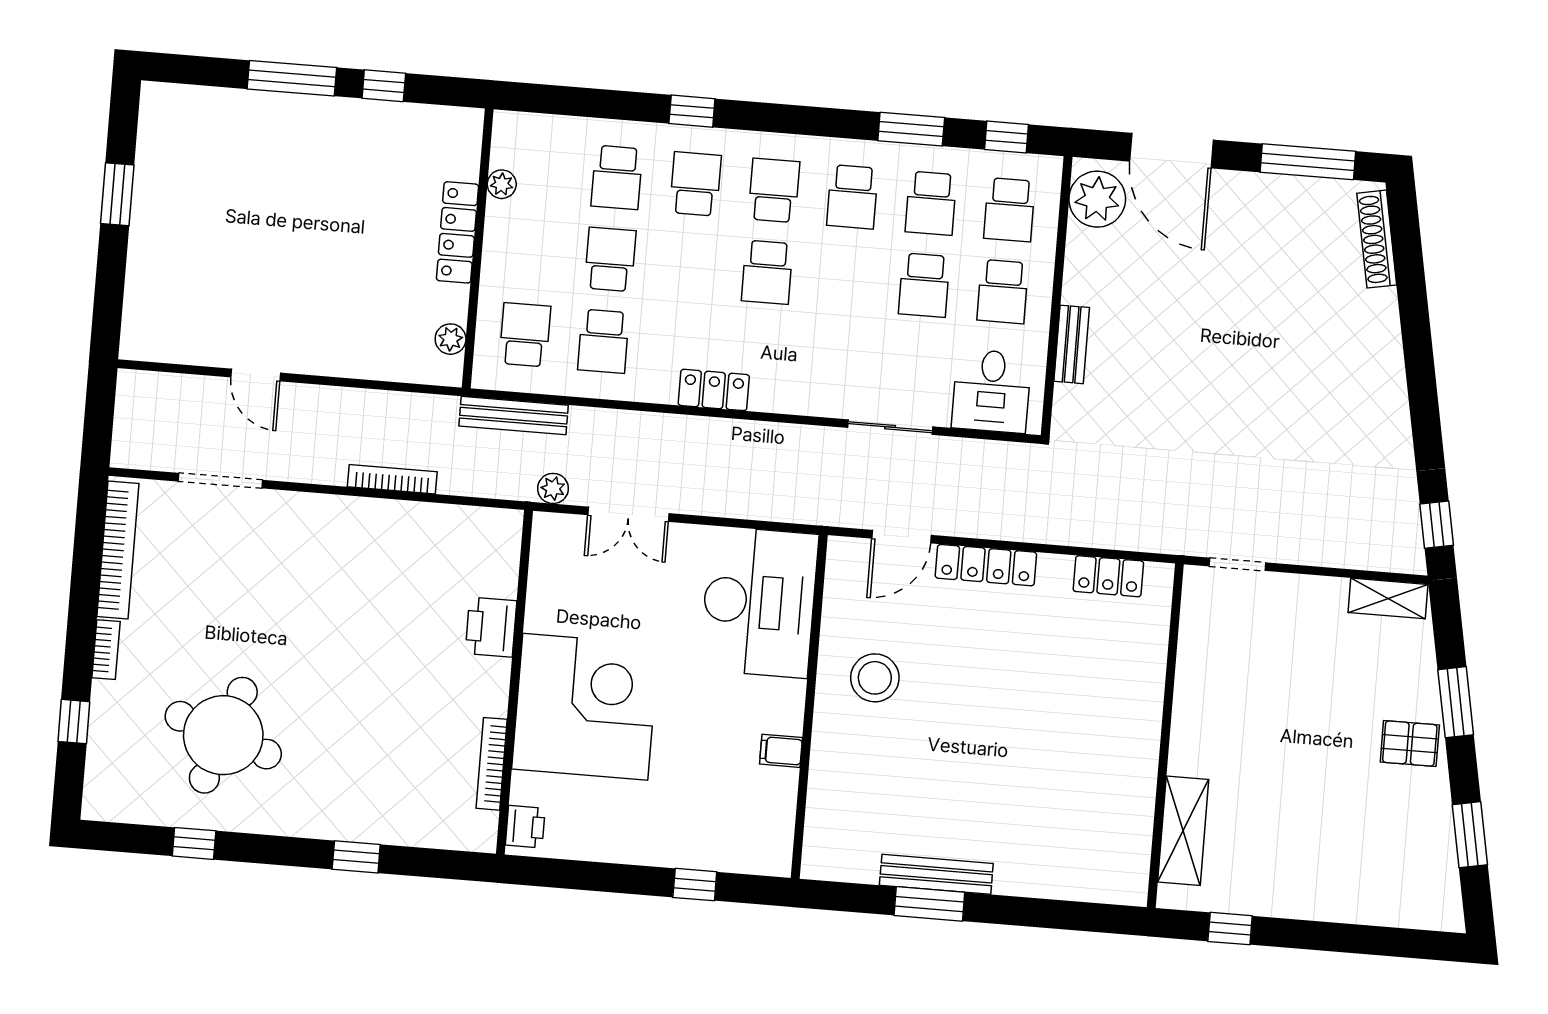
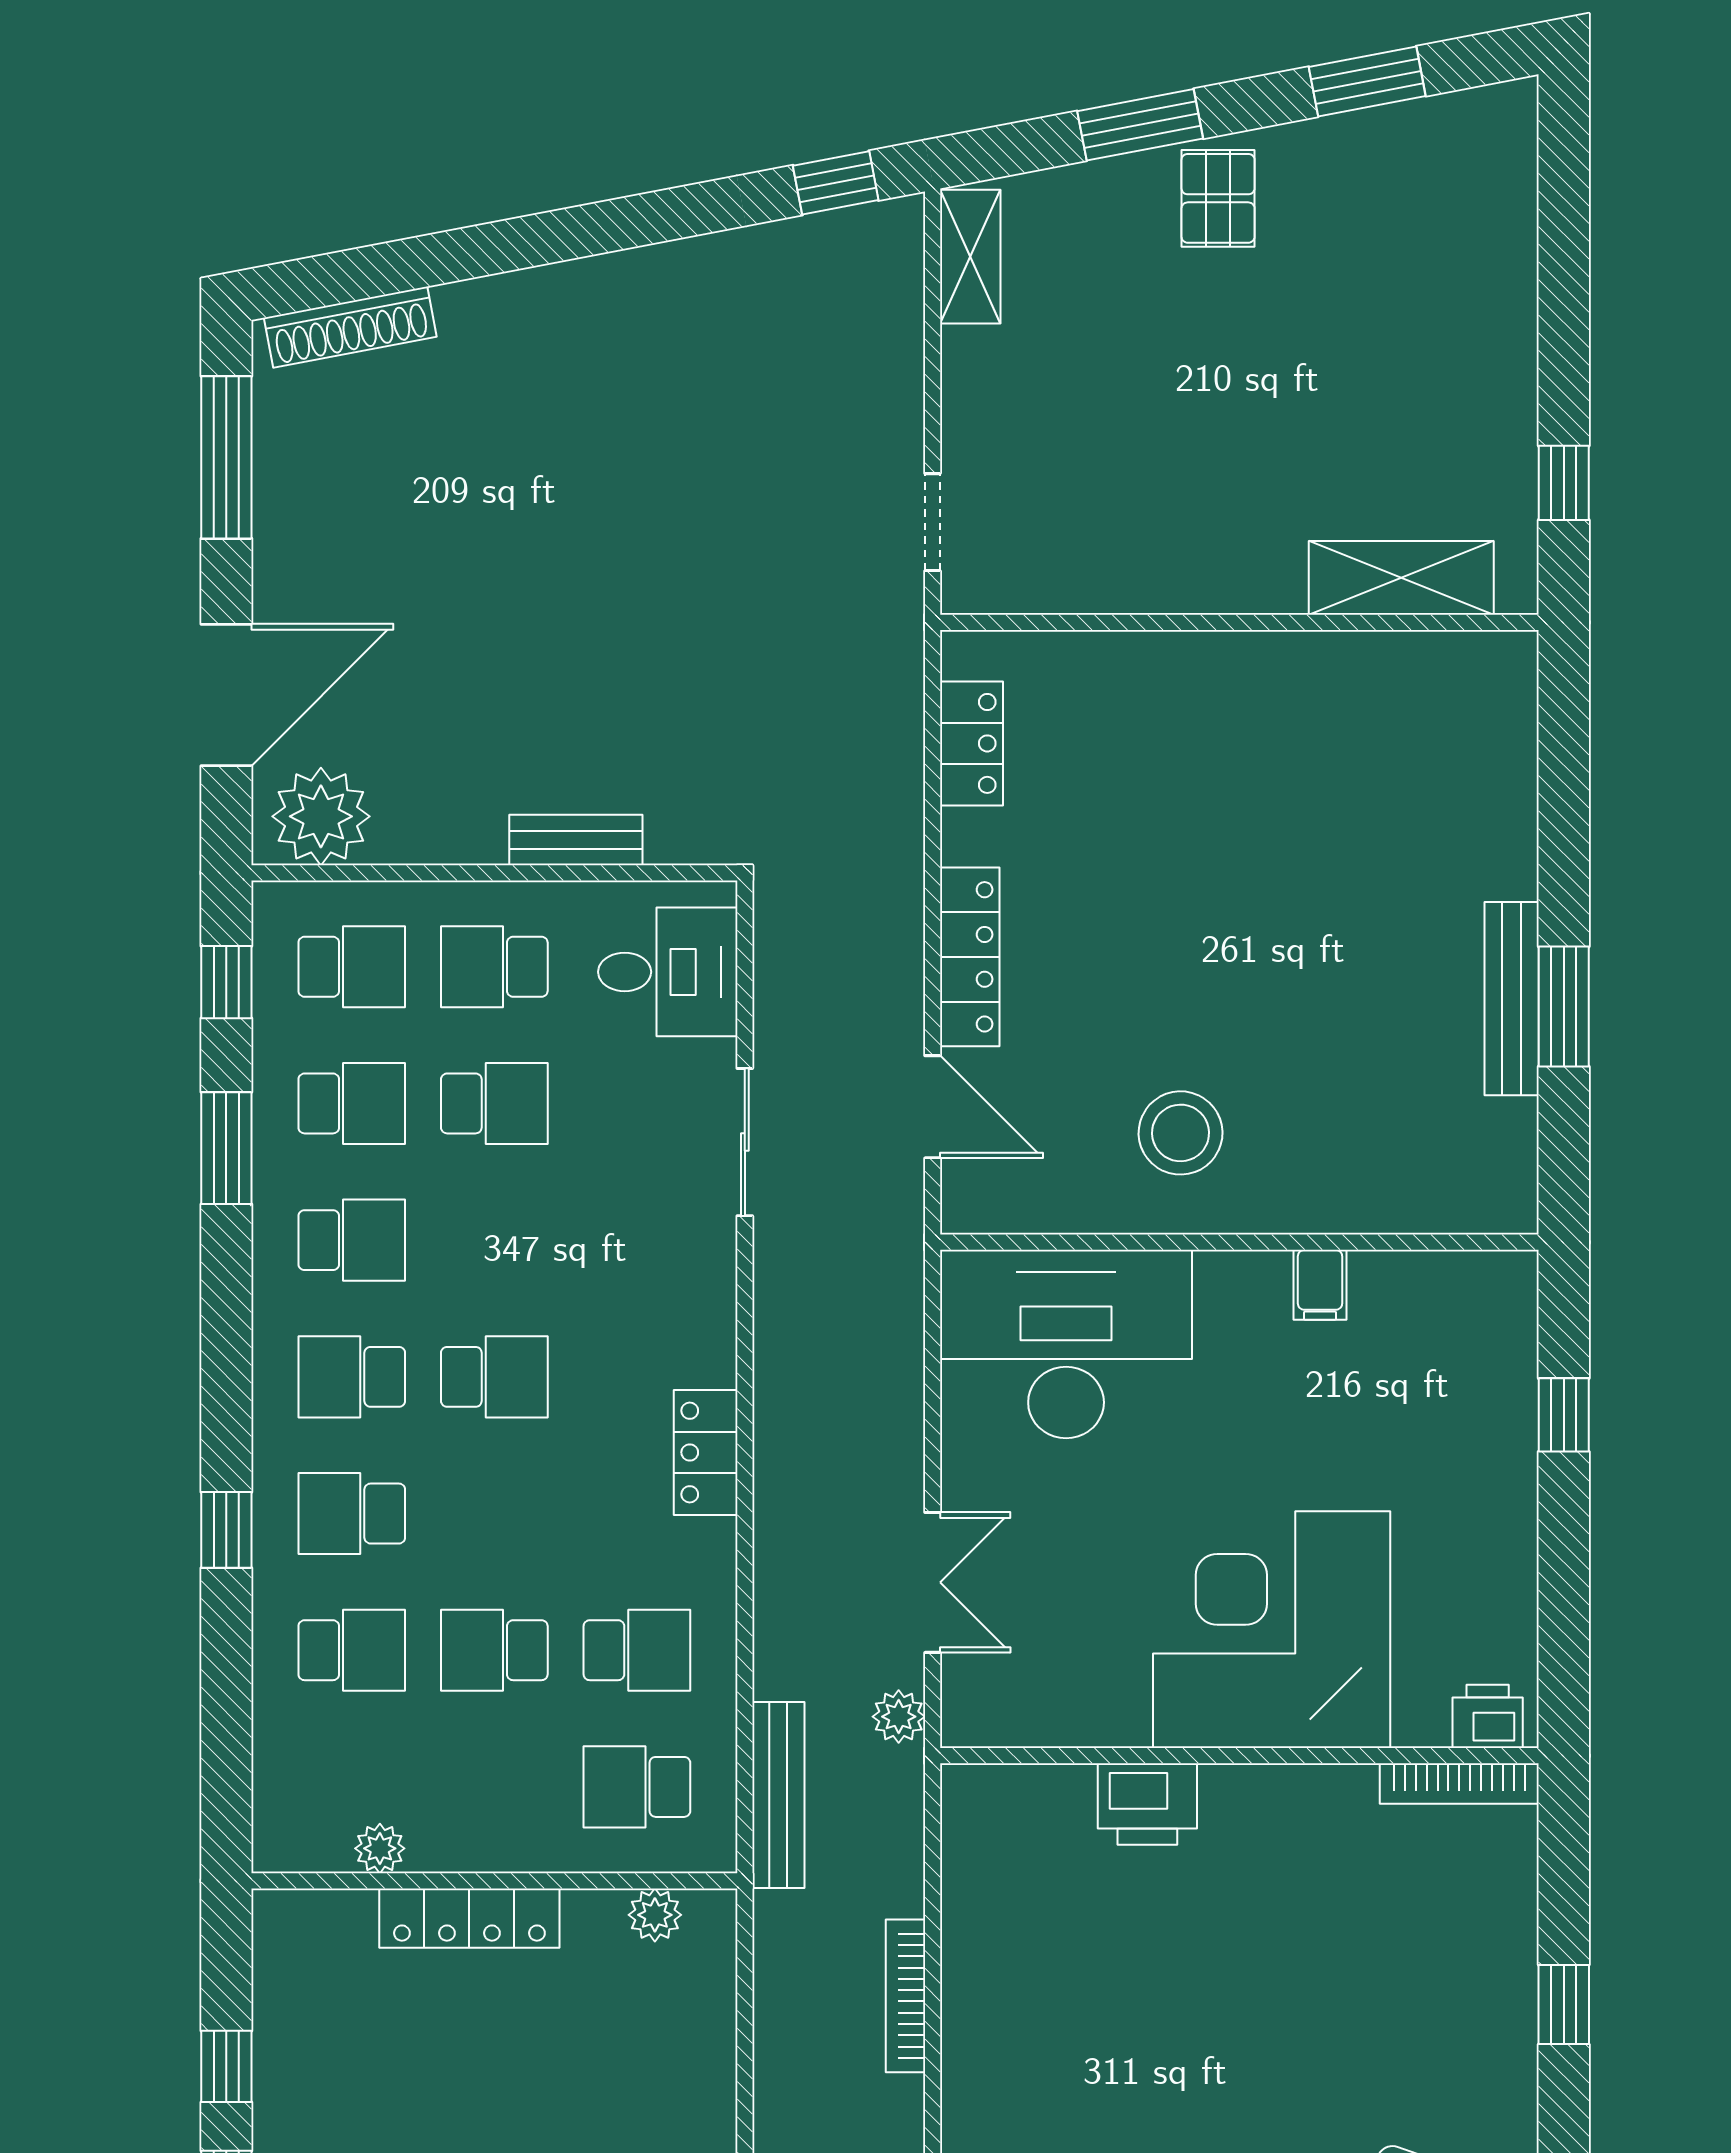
school desk: (1003, 292) -> (494, 967), turned 180
bookcase: (492, 764) -> (1459, 1783), moved

